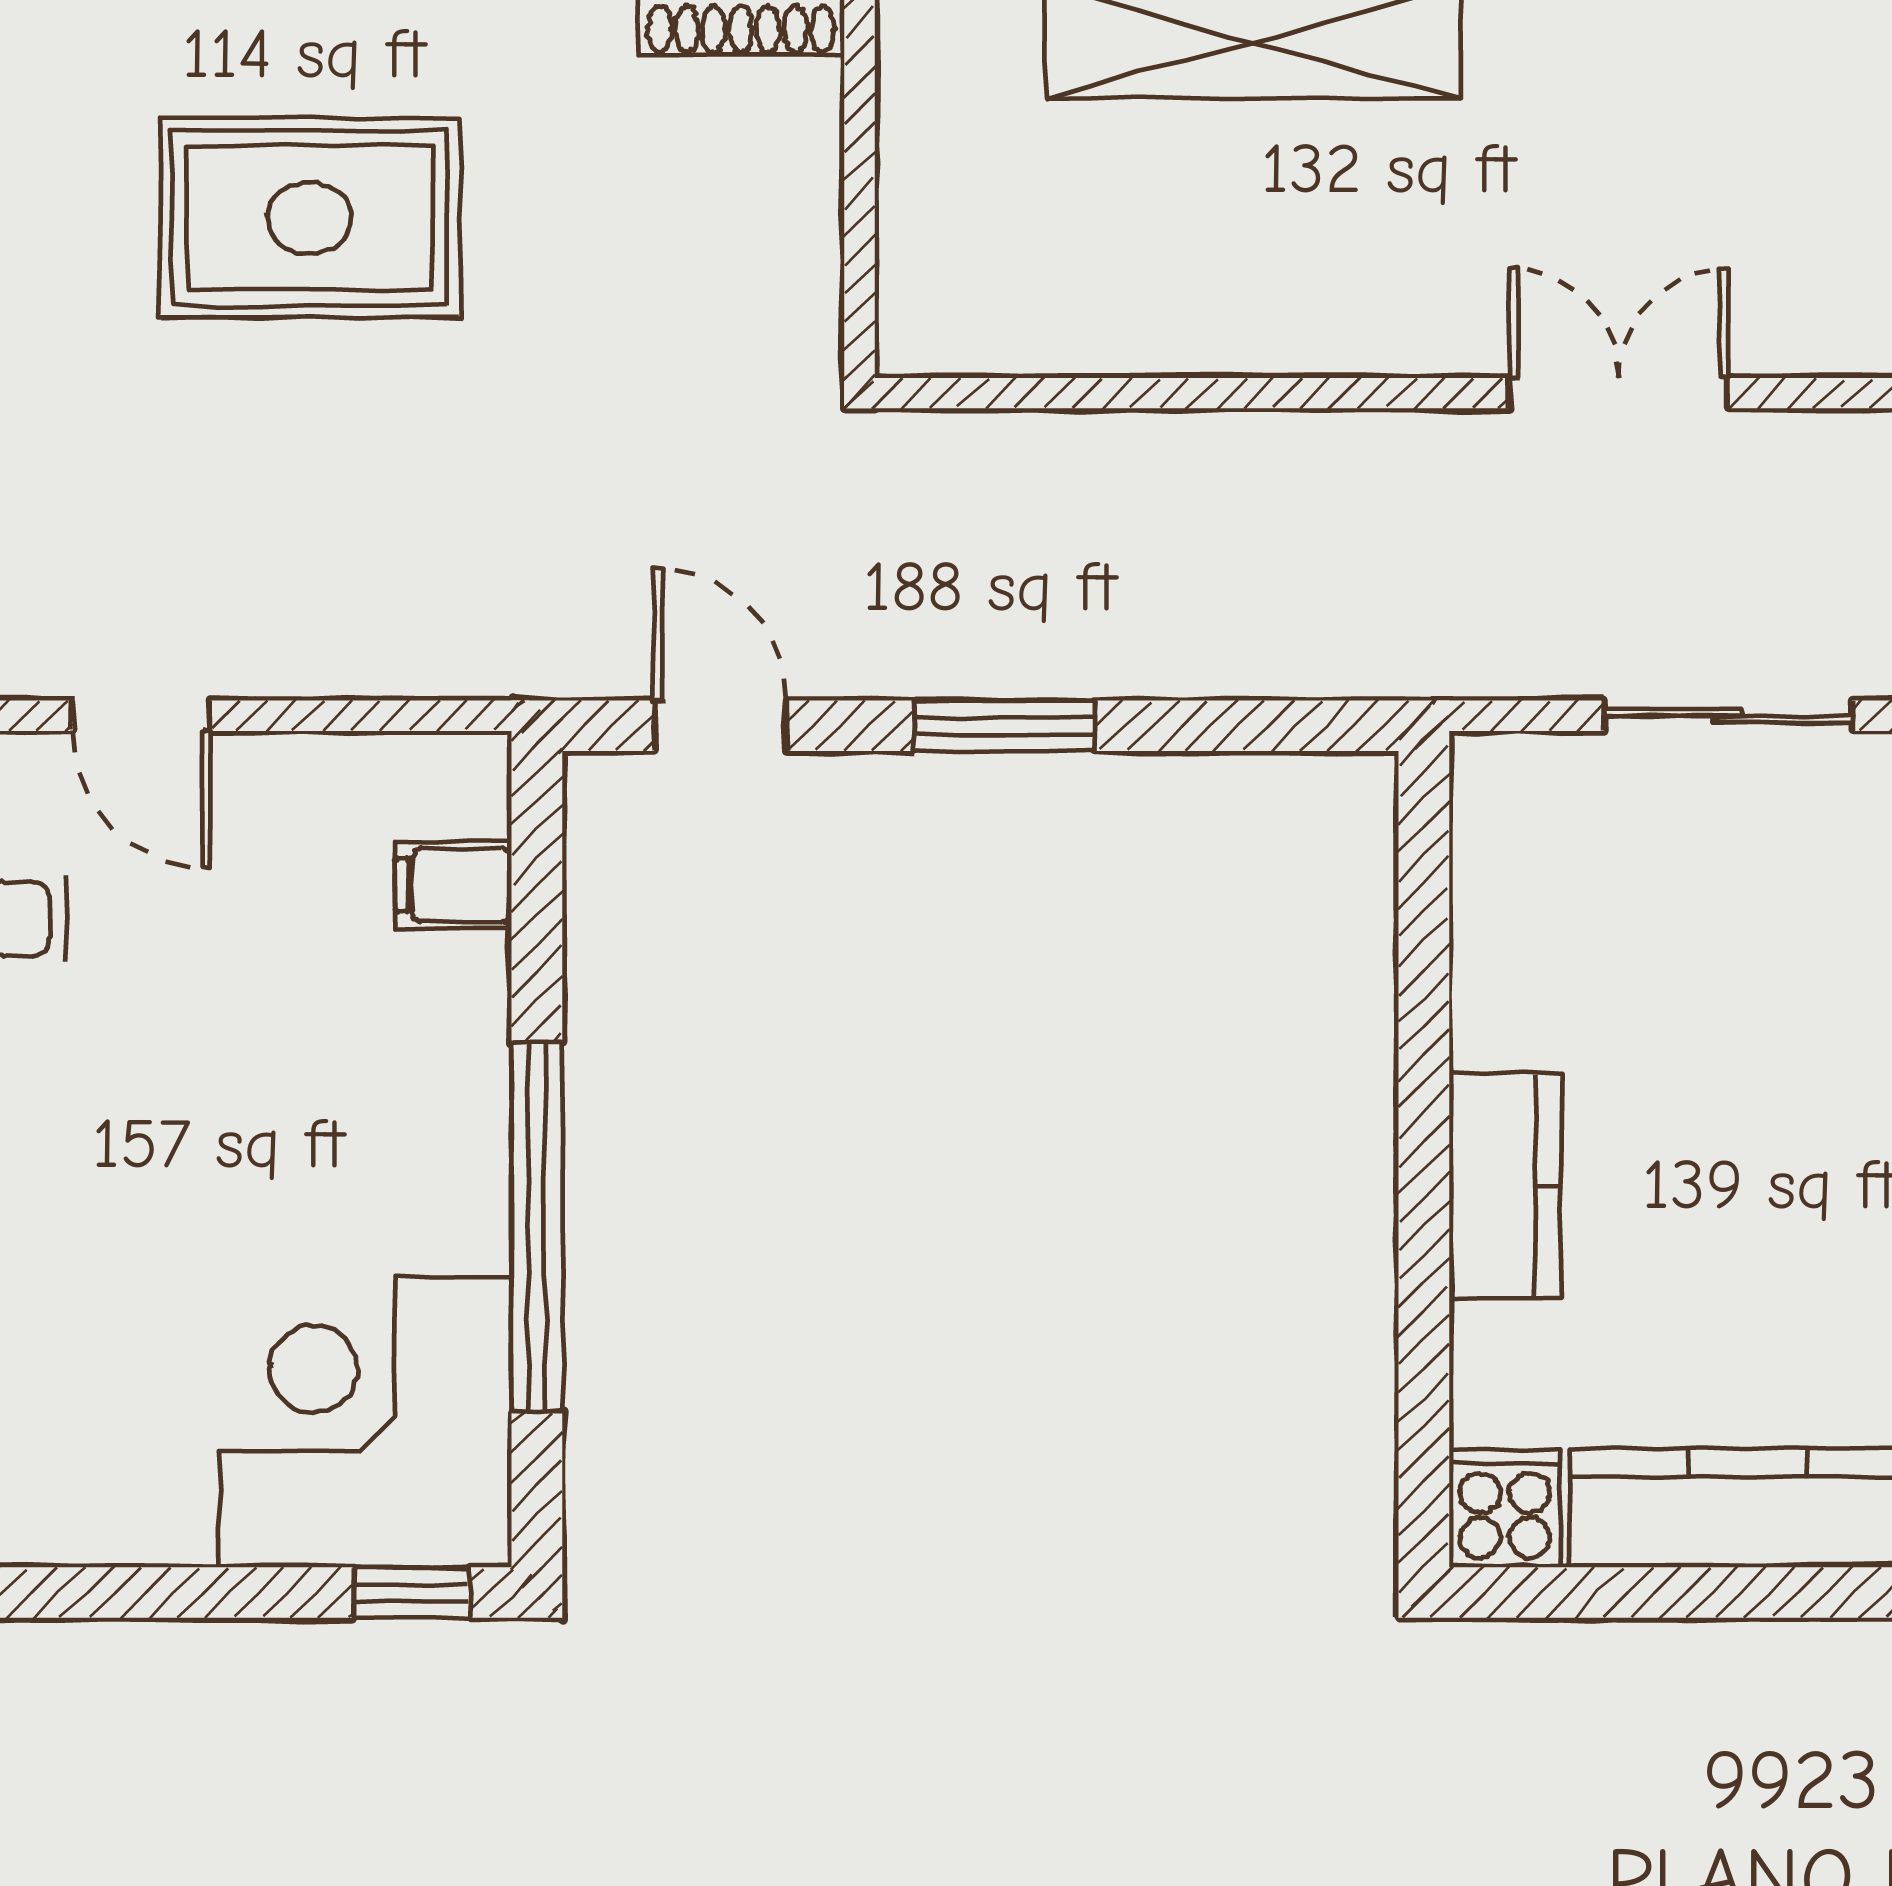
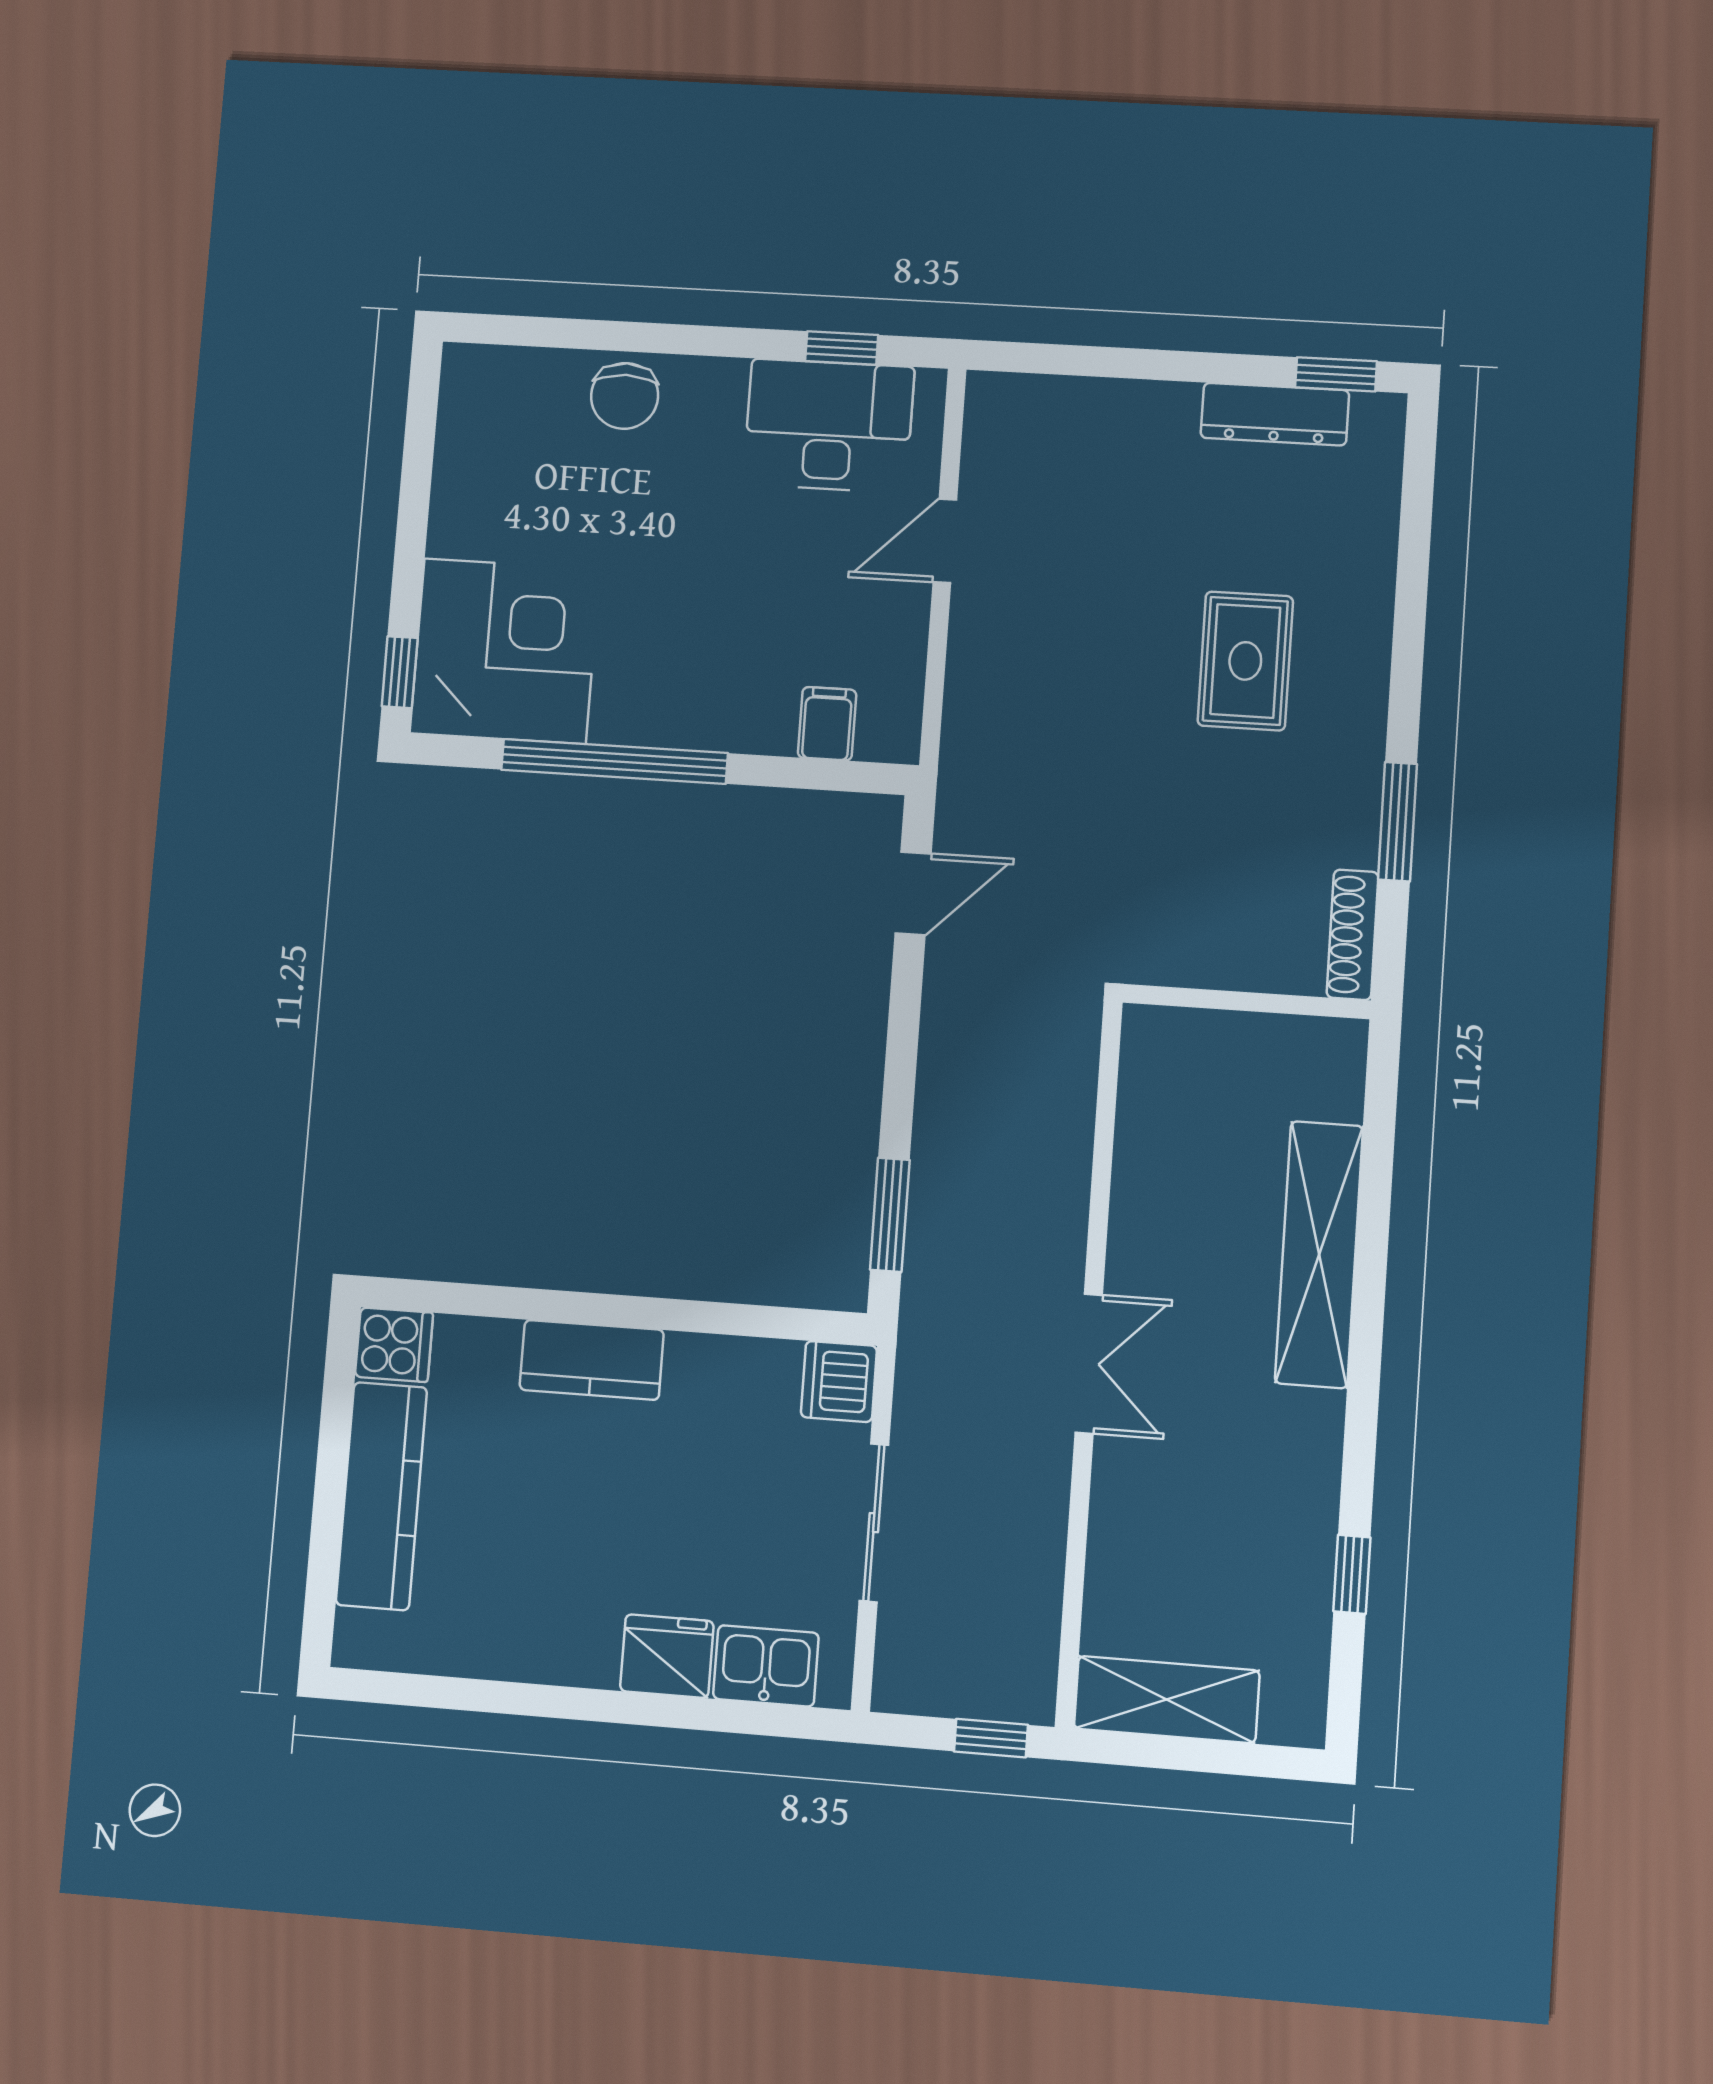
rug: (310, 218) -> (1245, 661), width x0.73, depth x0.70
double door: (1619, 393) -> (1089, 1364), moved
window: (1004, 726) -> (890, 1215), moved
dishwasher: (1510, 788) -> (839, 1382), added

